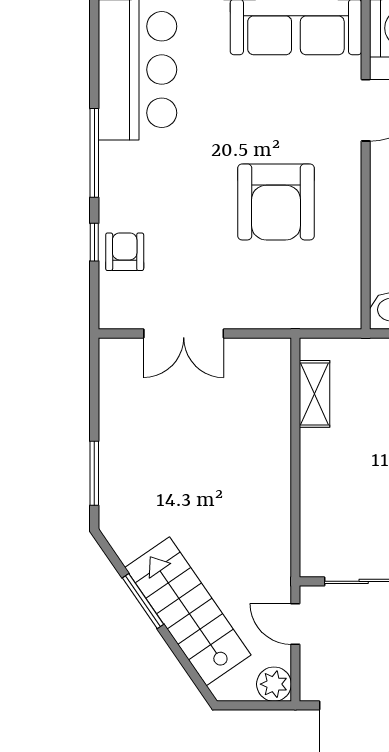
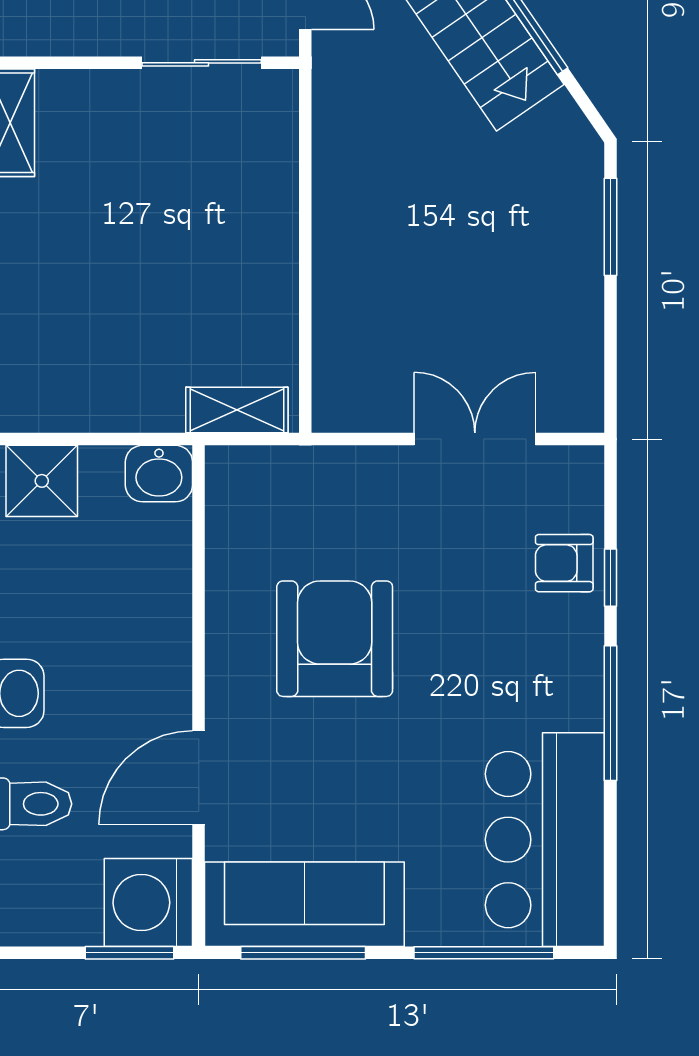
armchair: (125, 252) -> (564, 563), turned 90
shelving: (314, 394) -> (237, 410), moved, turned 90

